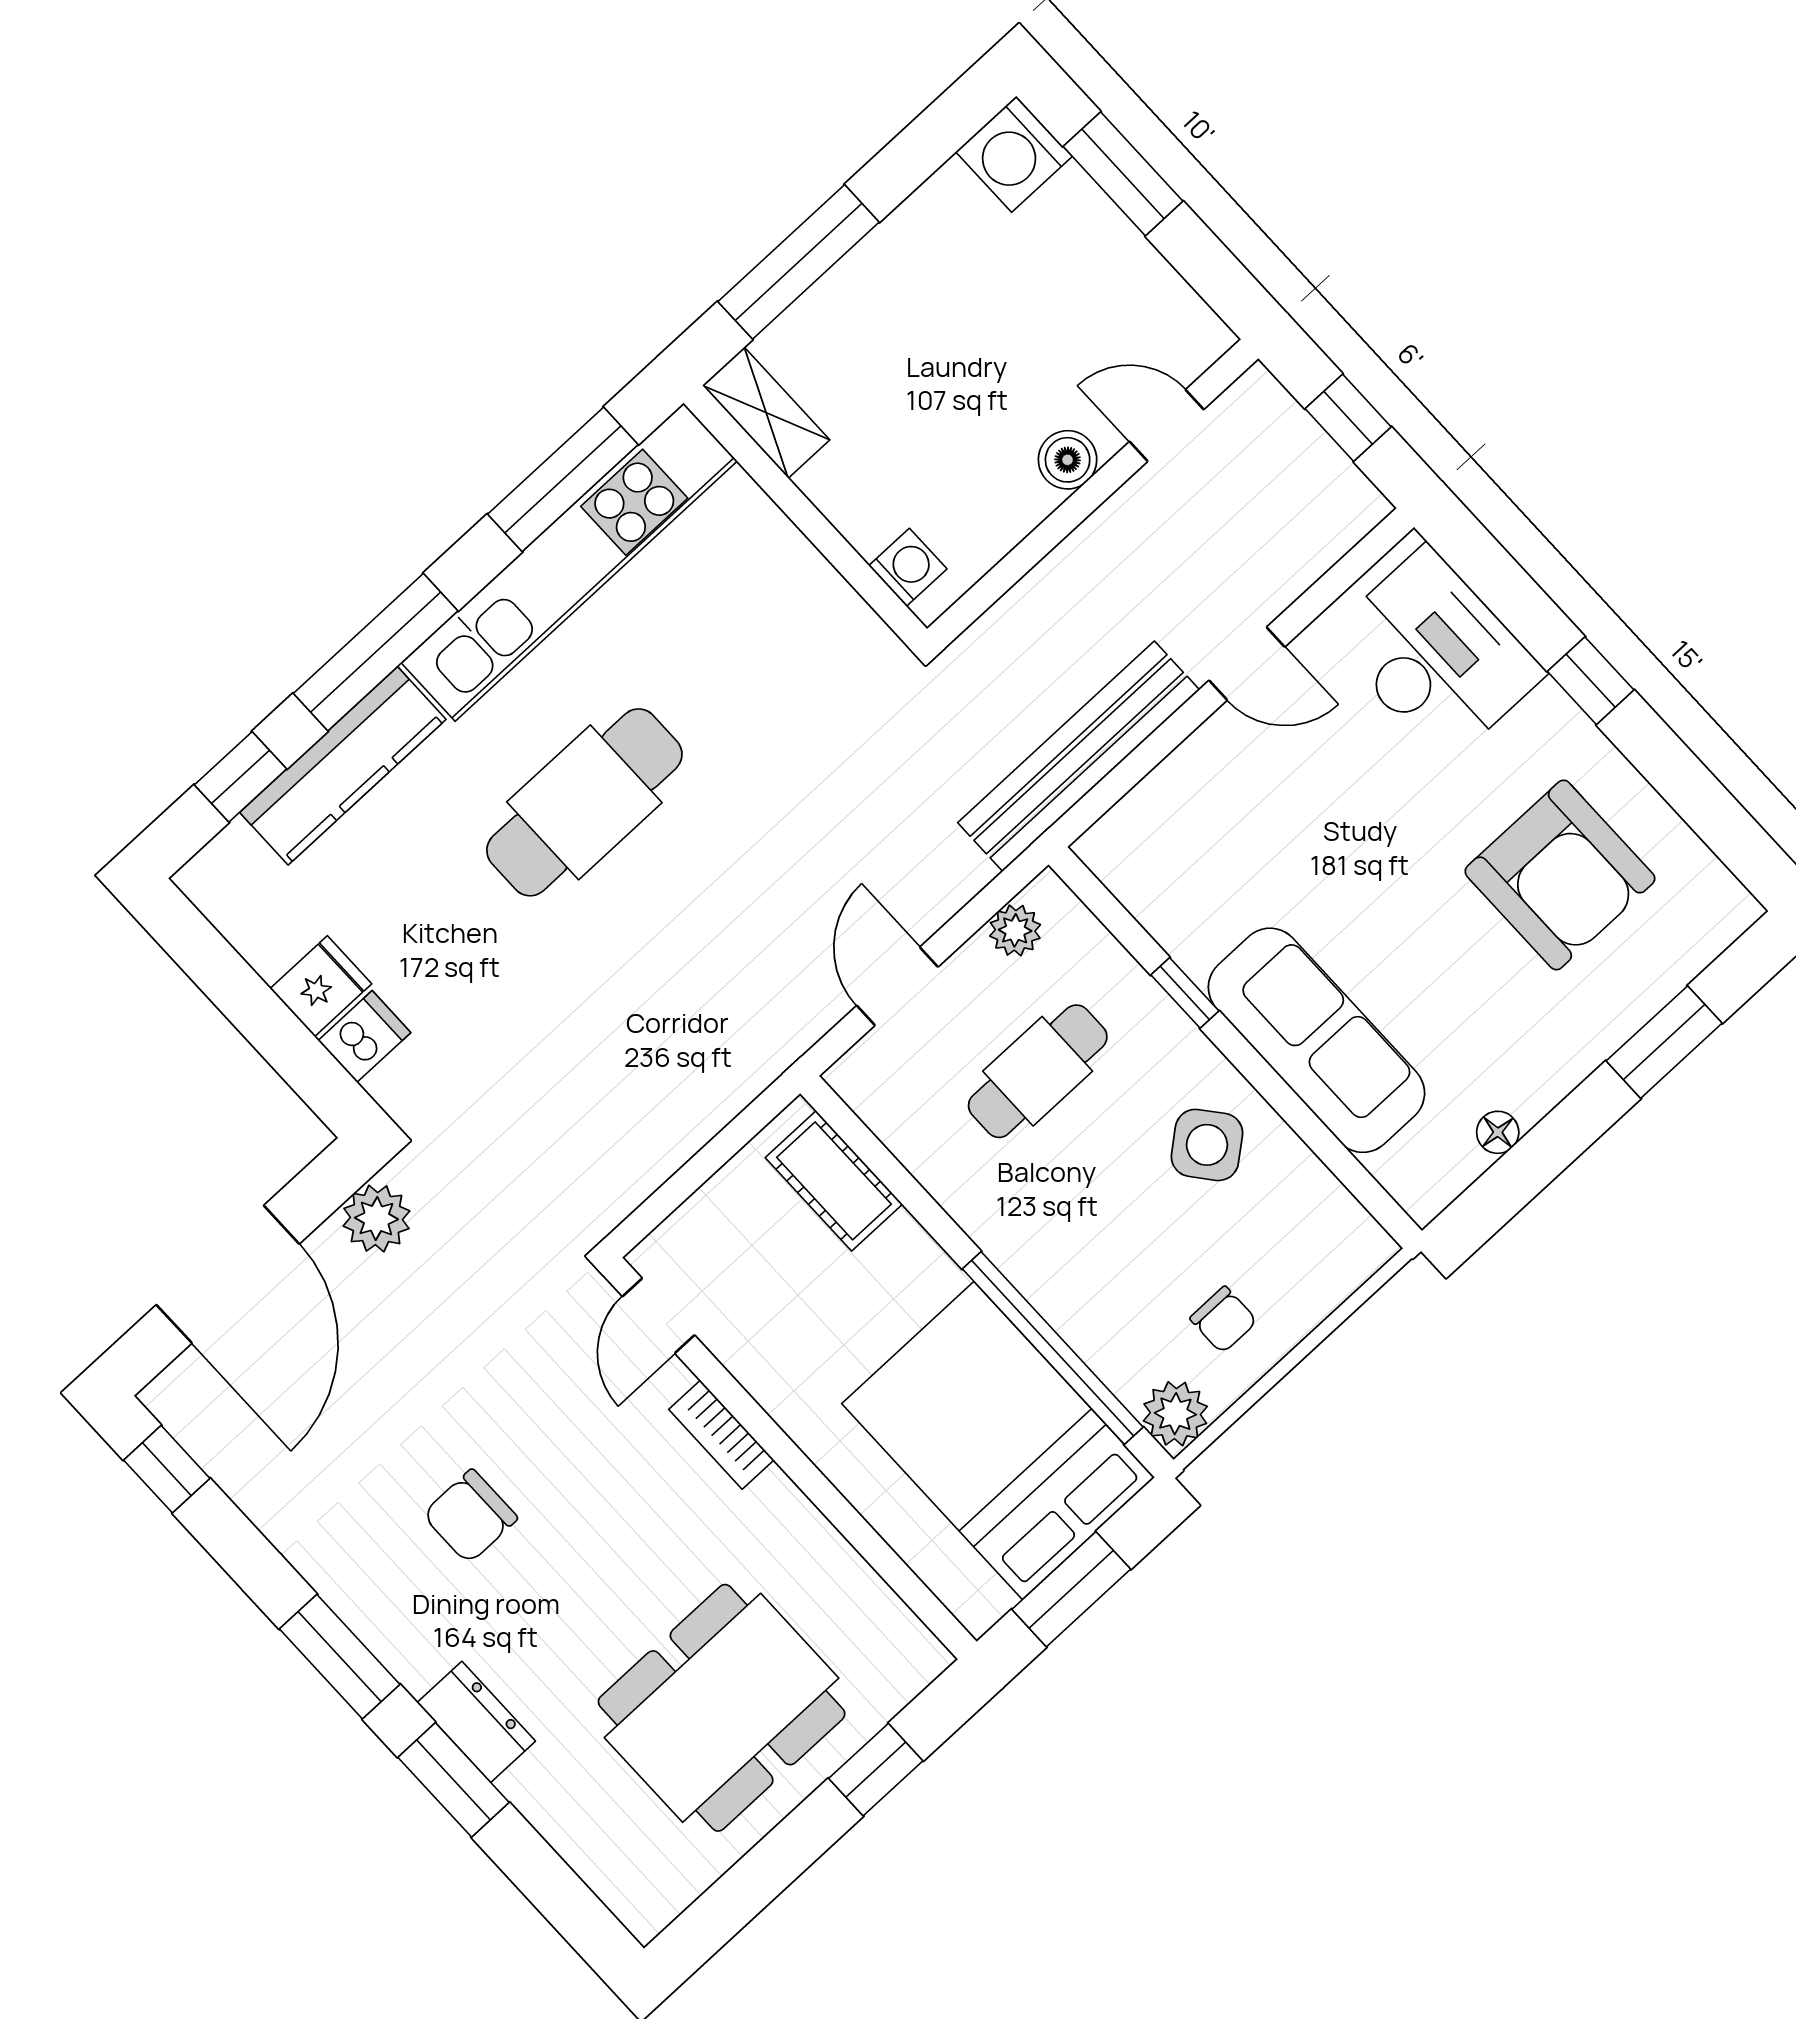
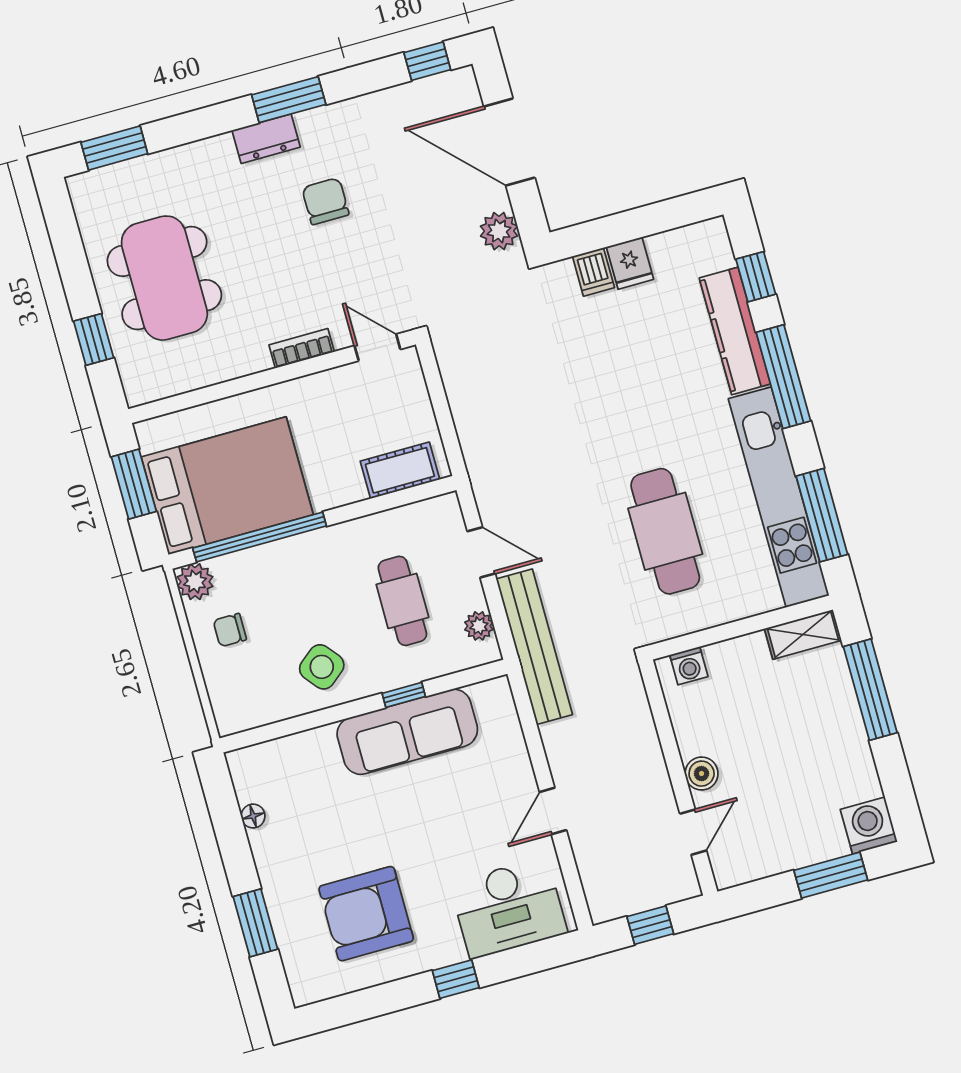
bench: (1079, 756) -> (534, 647), moved
cafe table: (584, 802) -> (665, 531), moved
sofa: (1316, 1040) -> (407, 732), moved
dresser: (476, 1722) -> (266, 139), moved
window: (453, 1780) -> (114, 148), moved

